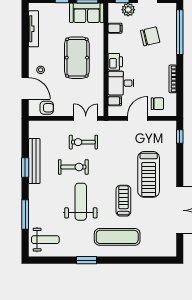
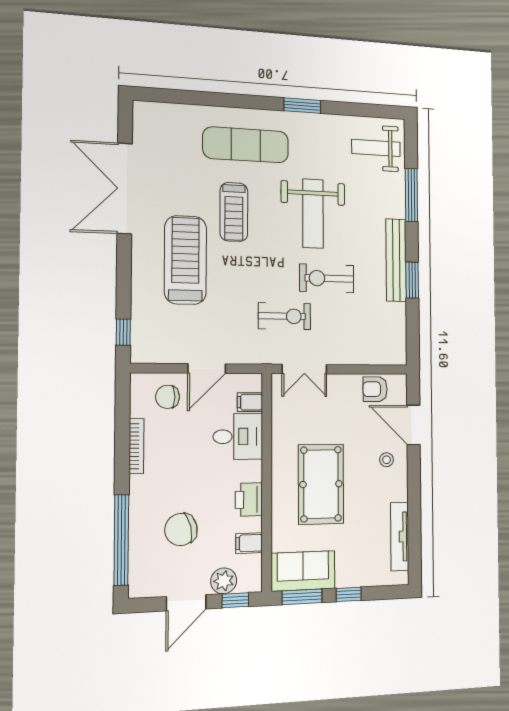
printer: (115, 62) -> (249, 500), moved
exercise bike: (83, 142) -> (284, 316), moved
bench: (34, 161) -> (396, 260), moved

